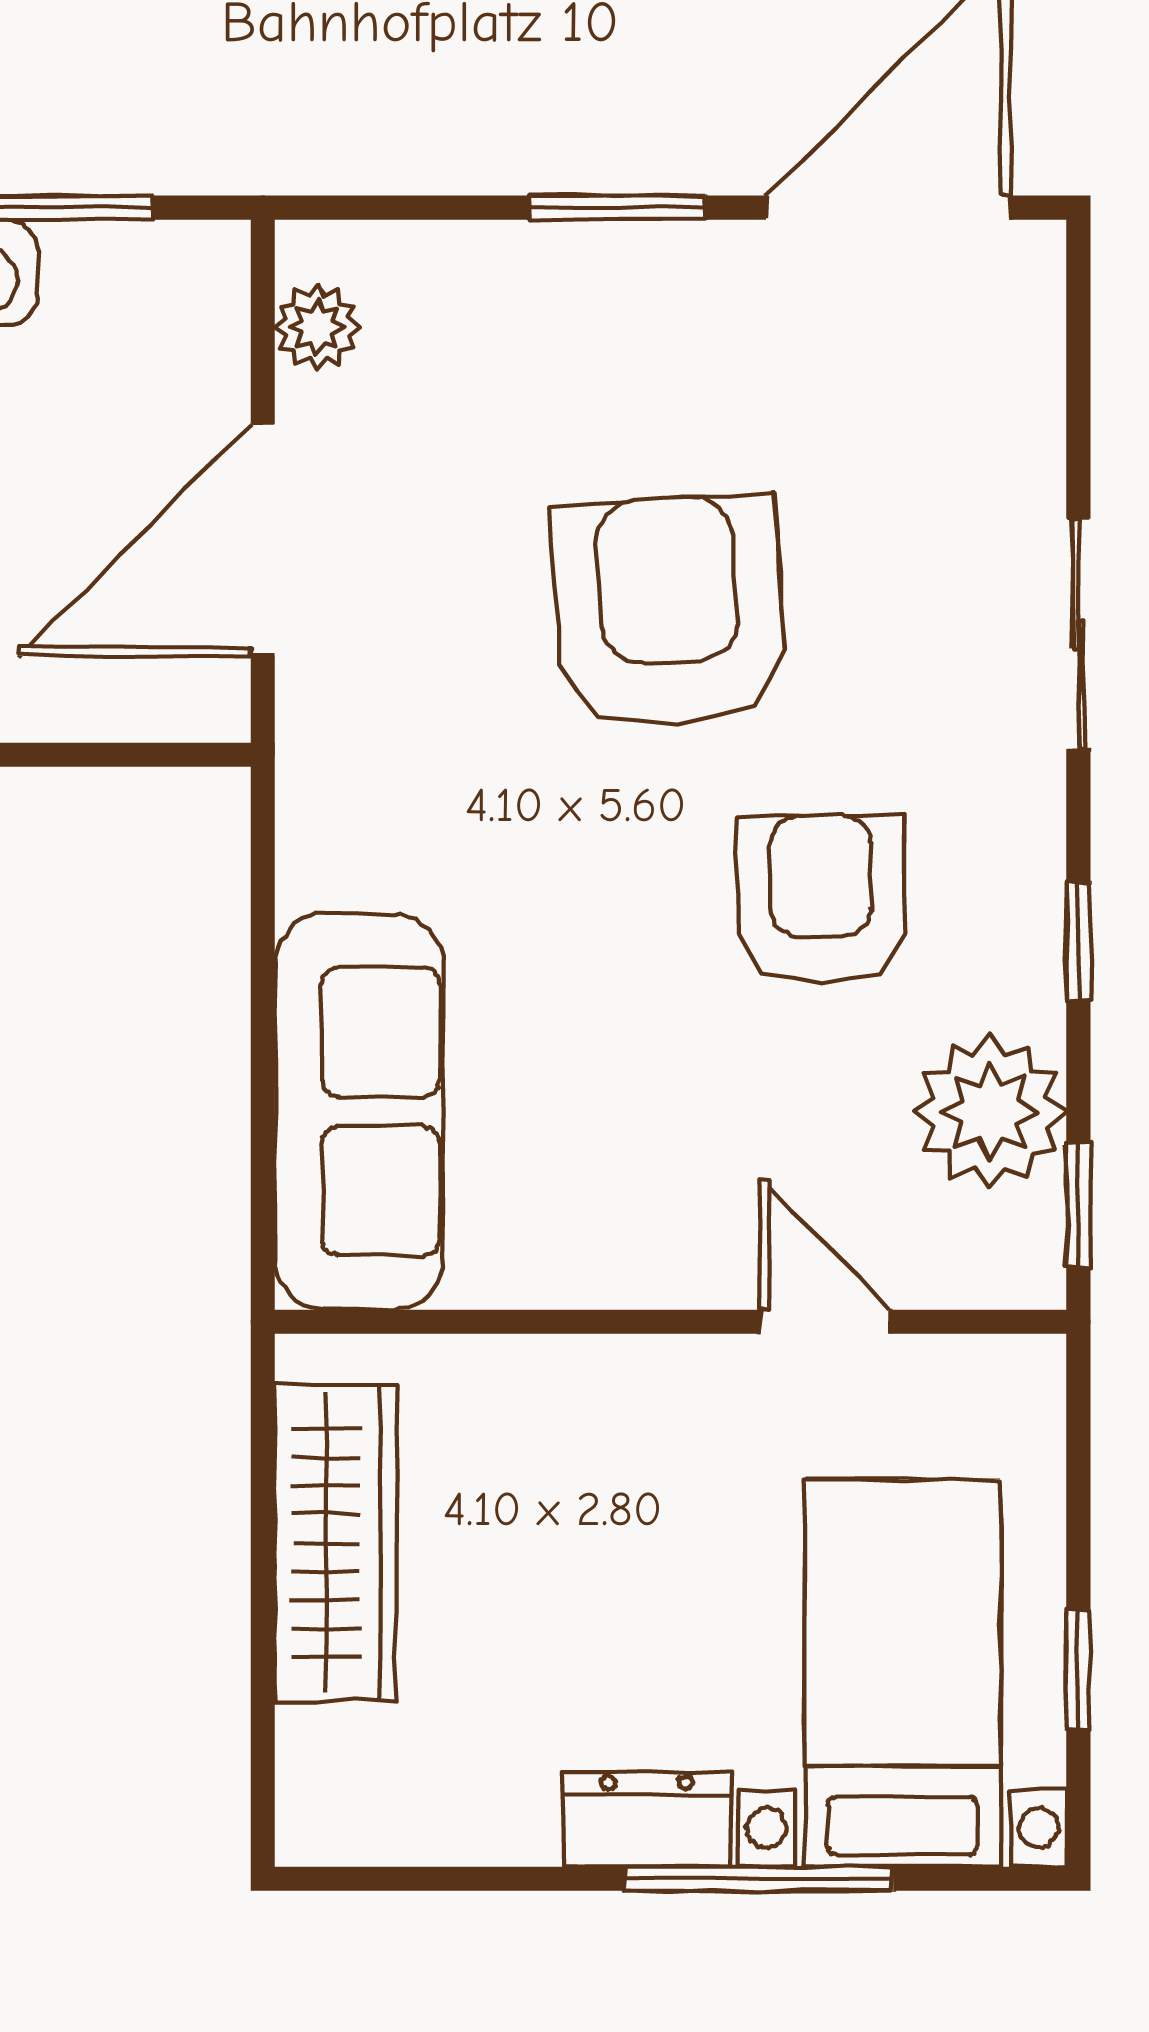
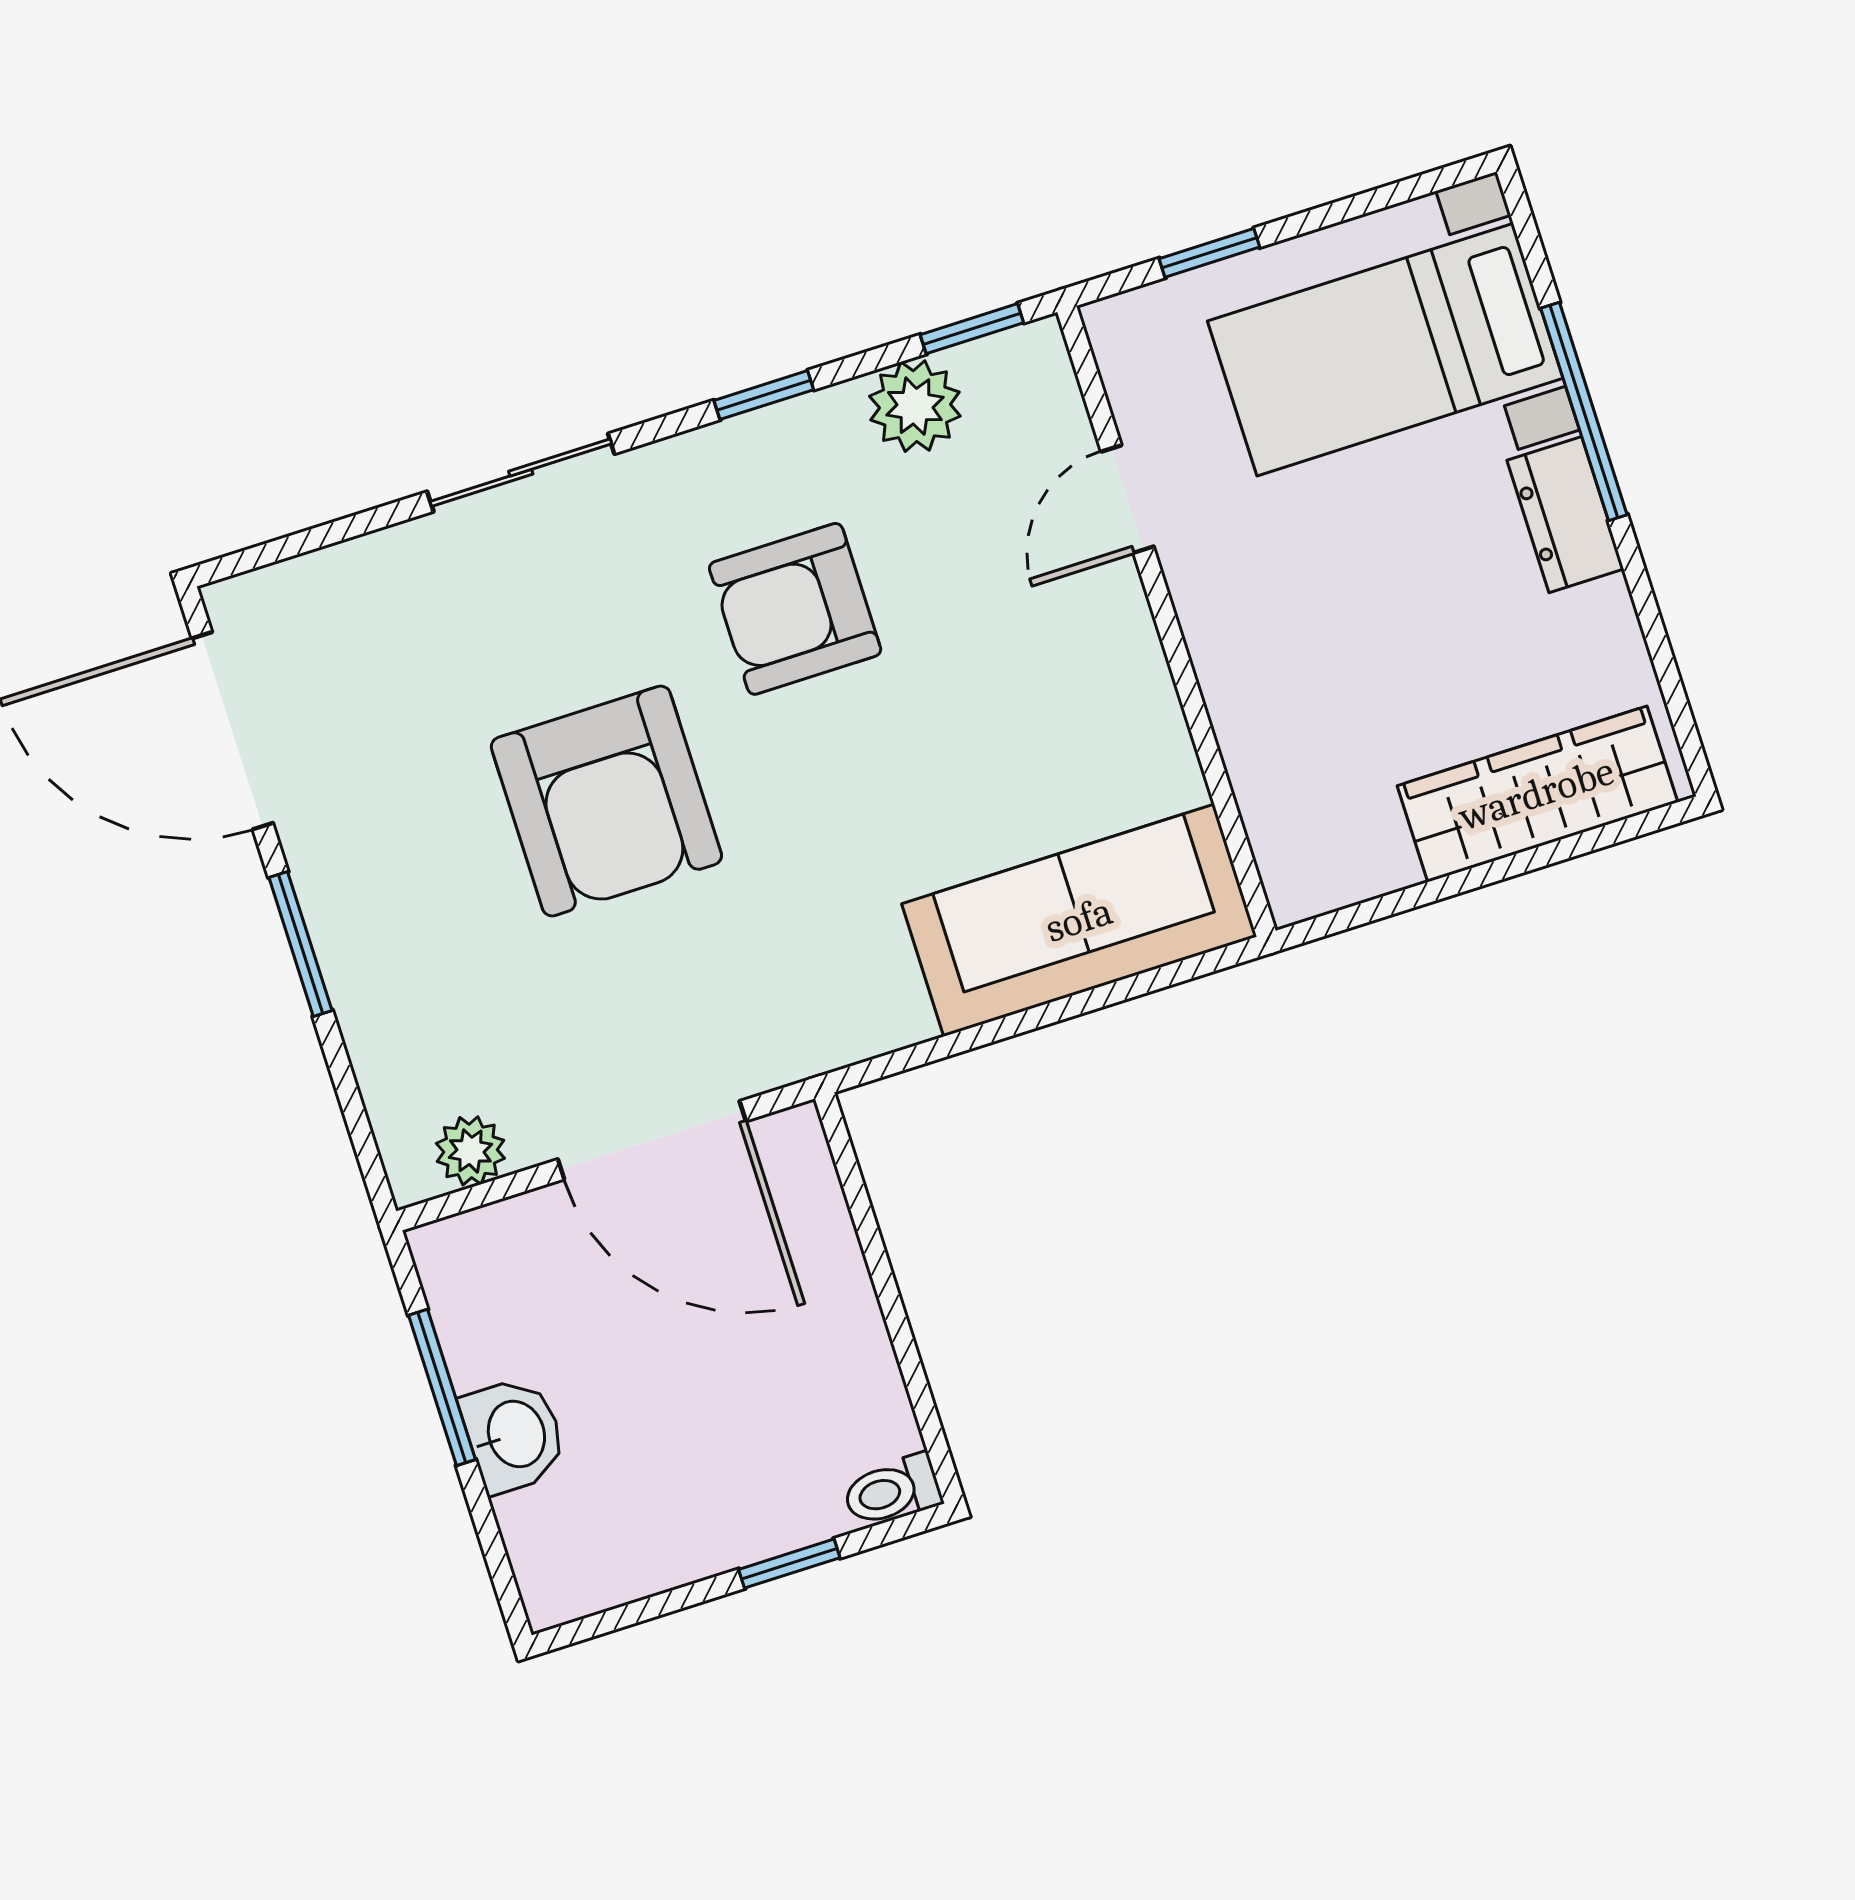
armchair: (669, 612) -> (606, 801), turned -86
plant: (990, 1112) -> (915, 406), width x0.73, depth x0.73
wardrobe: (336, 1543) -> (1537, 794), moved
window: (1078, 1670) -> (1209, 253), moved

